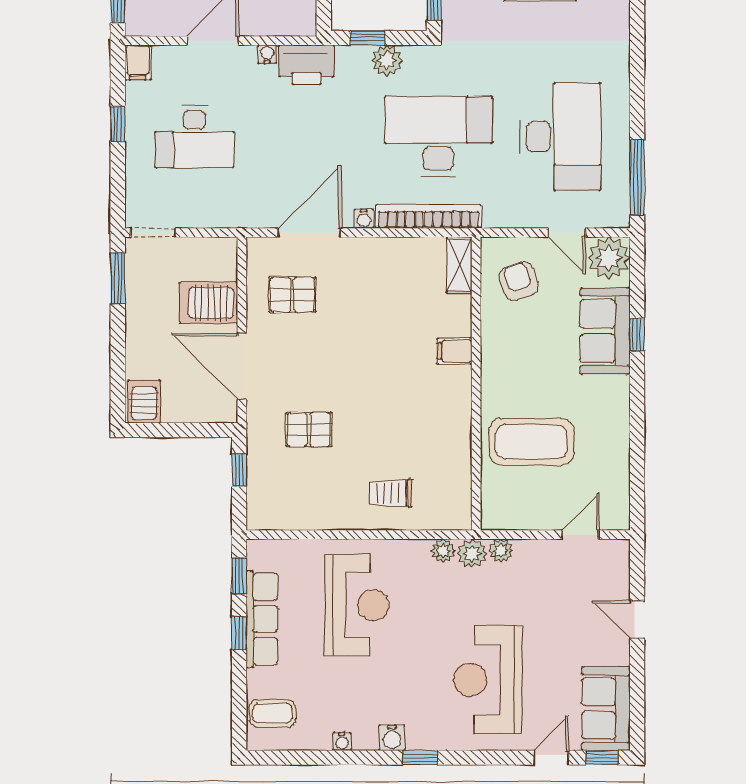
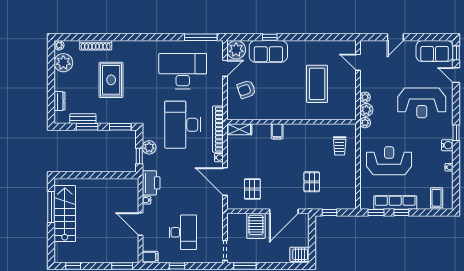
shelving: (459, 265) -> (239, 129), moved
filing cabinet: (454, 351) -> (277, 131), moved
wall: (476, 384) -> (291, 122), moved

